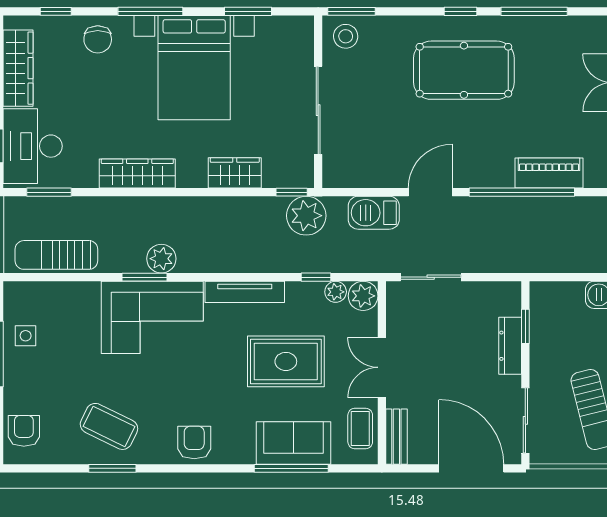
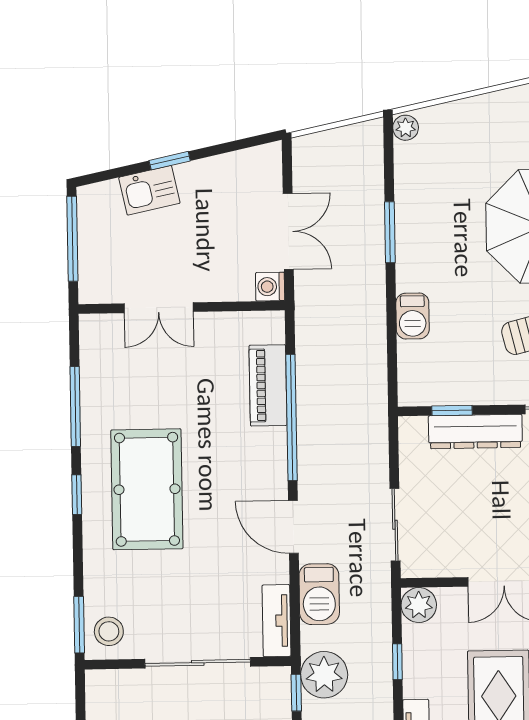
tv unit: (352, 177) -> (277, 621), added
plant: (336, 292) -> (415, 638), removed
dresser: (510, 346) -> (475, 432), width x1.37, depth x1.24

